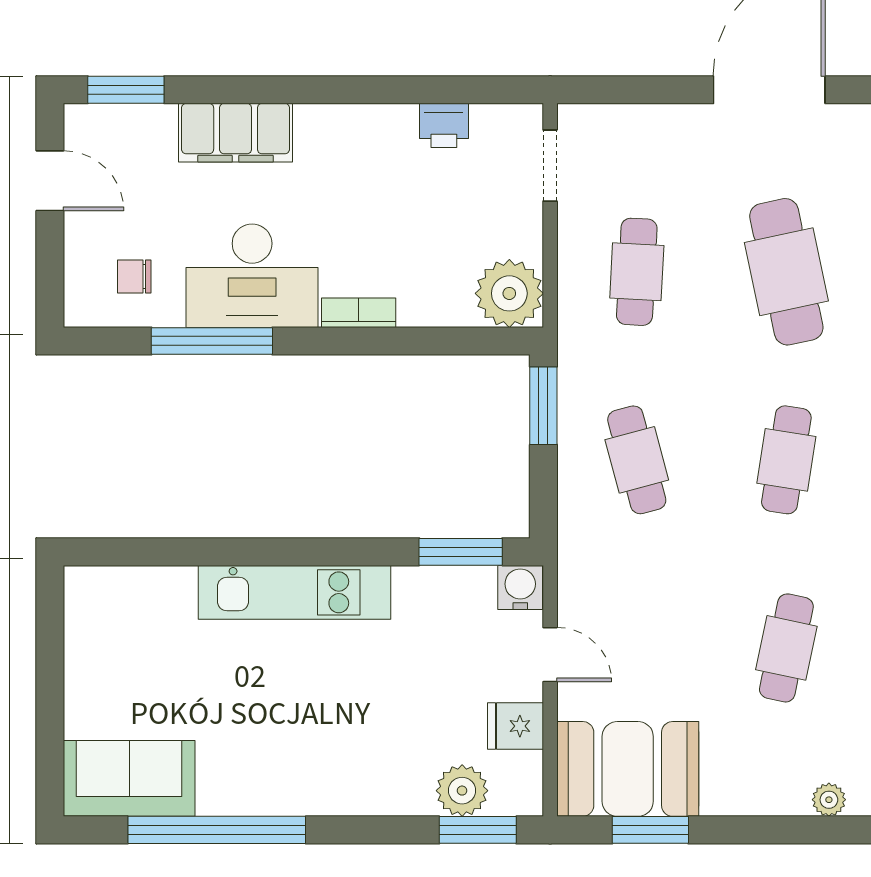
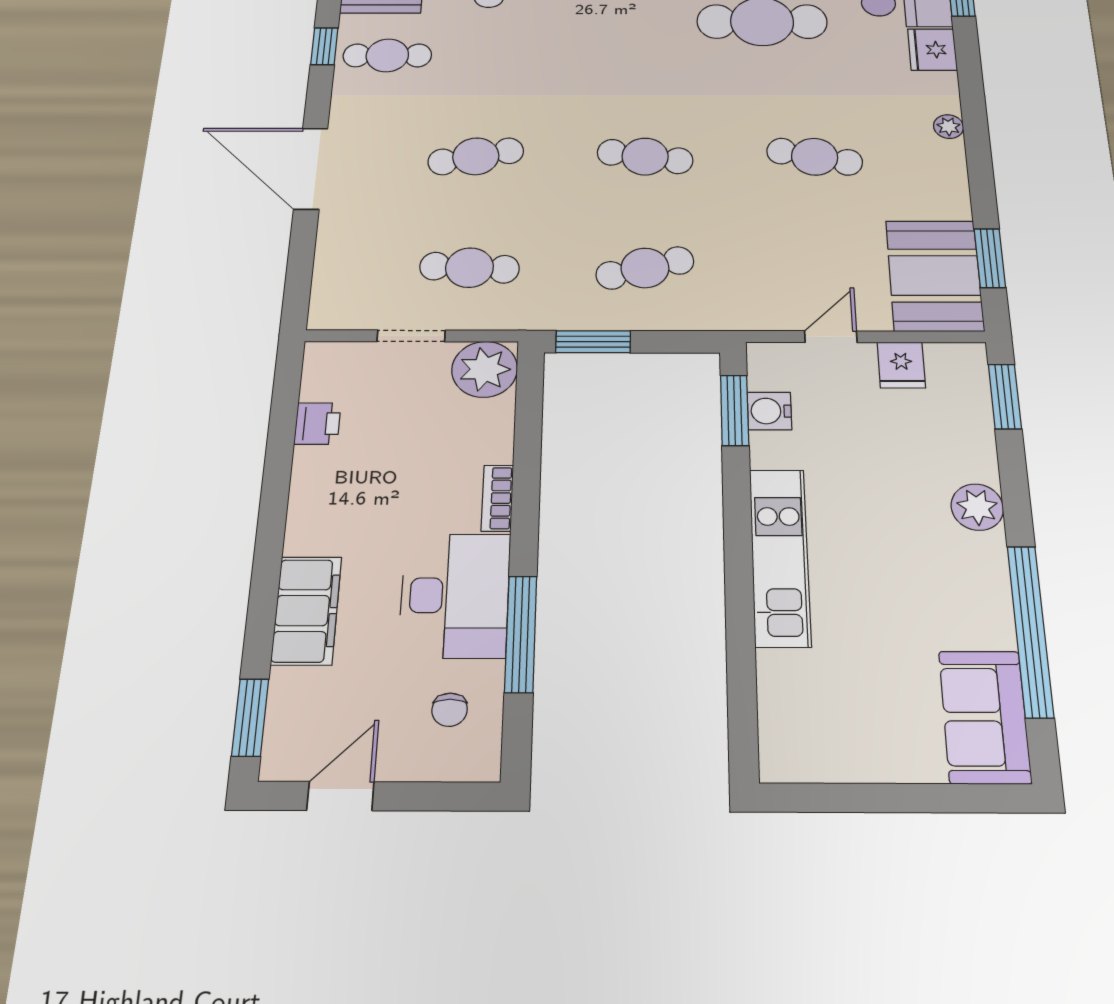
doorway: (550, 166) -> (411, 336), moved
cafe table: (786, 272) -> (476, 156), width x0.73, depth x0.74
water cooler: (520, 587) -> (769, 411), moved
plant: (462, 791) -> (977, 507), moved

